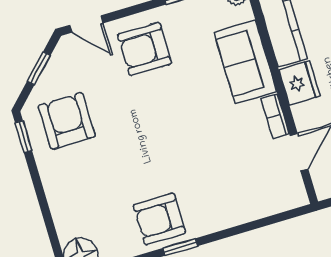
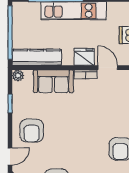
fridge: (299, 83) -> (84, 57), moved

